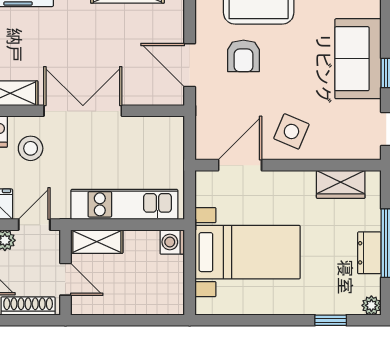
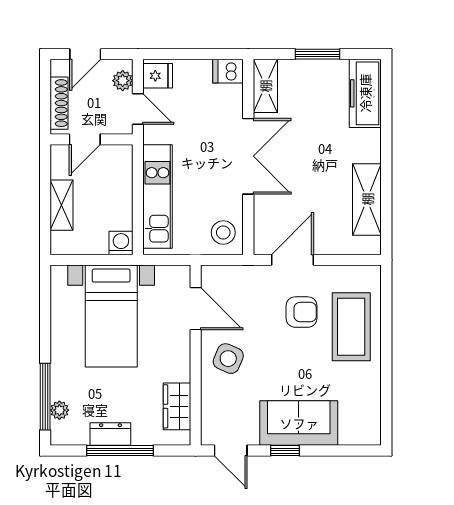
armchair: (243, 56) -> (301, 312), turned 180
stool: (31, 148) -> (223, 232), moved
shelving: (97, 242) -> (61, 205), moved
plant: (371, 305) -> (59, 410), moved
window: (331, 320) -> (45, 397), width x2.17

